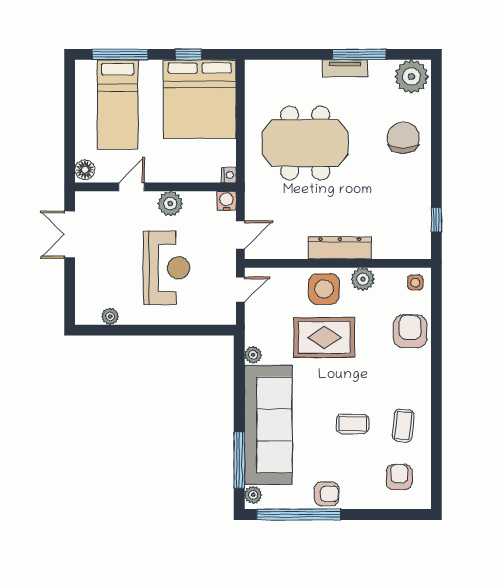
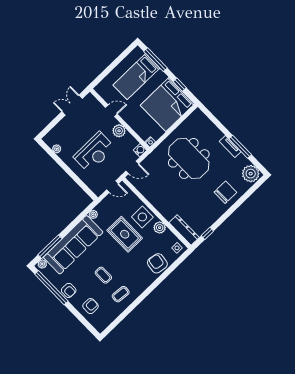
floor lamp: (85, 170) -> (101, 88), removed
dresser: (340, 248) -> (184, 230), moved
armchair: (410, 331) -> (157, 263), turned -82
armchair: (399, 477) -> (91, 306), moved

